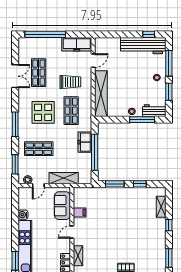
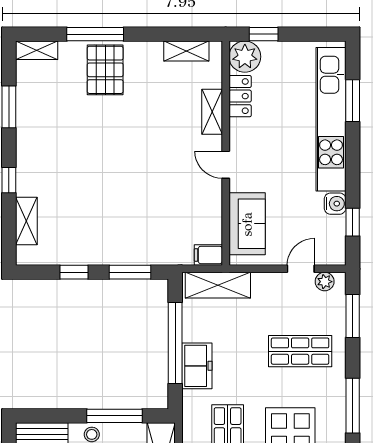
window: (142, 120) -> (114, 416), moved
shelving: (64, 178) -> (218, 285), moved
window: (15, 206) -> (353, 222), added
filing cabinet: (80, 213) -> (208, 255), moved
door: (72, 232) -> (226, 165), swing flipped

